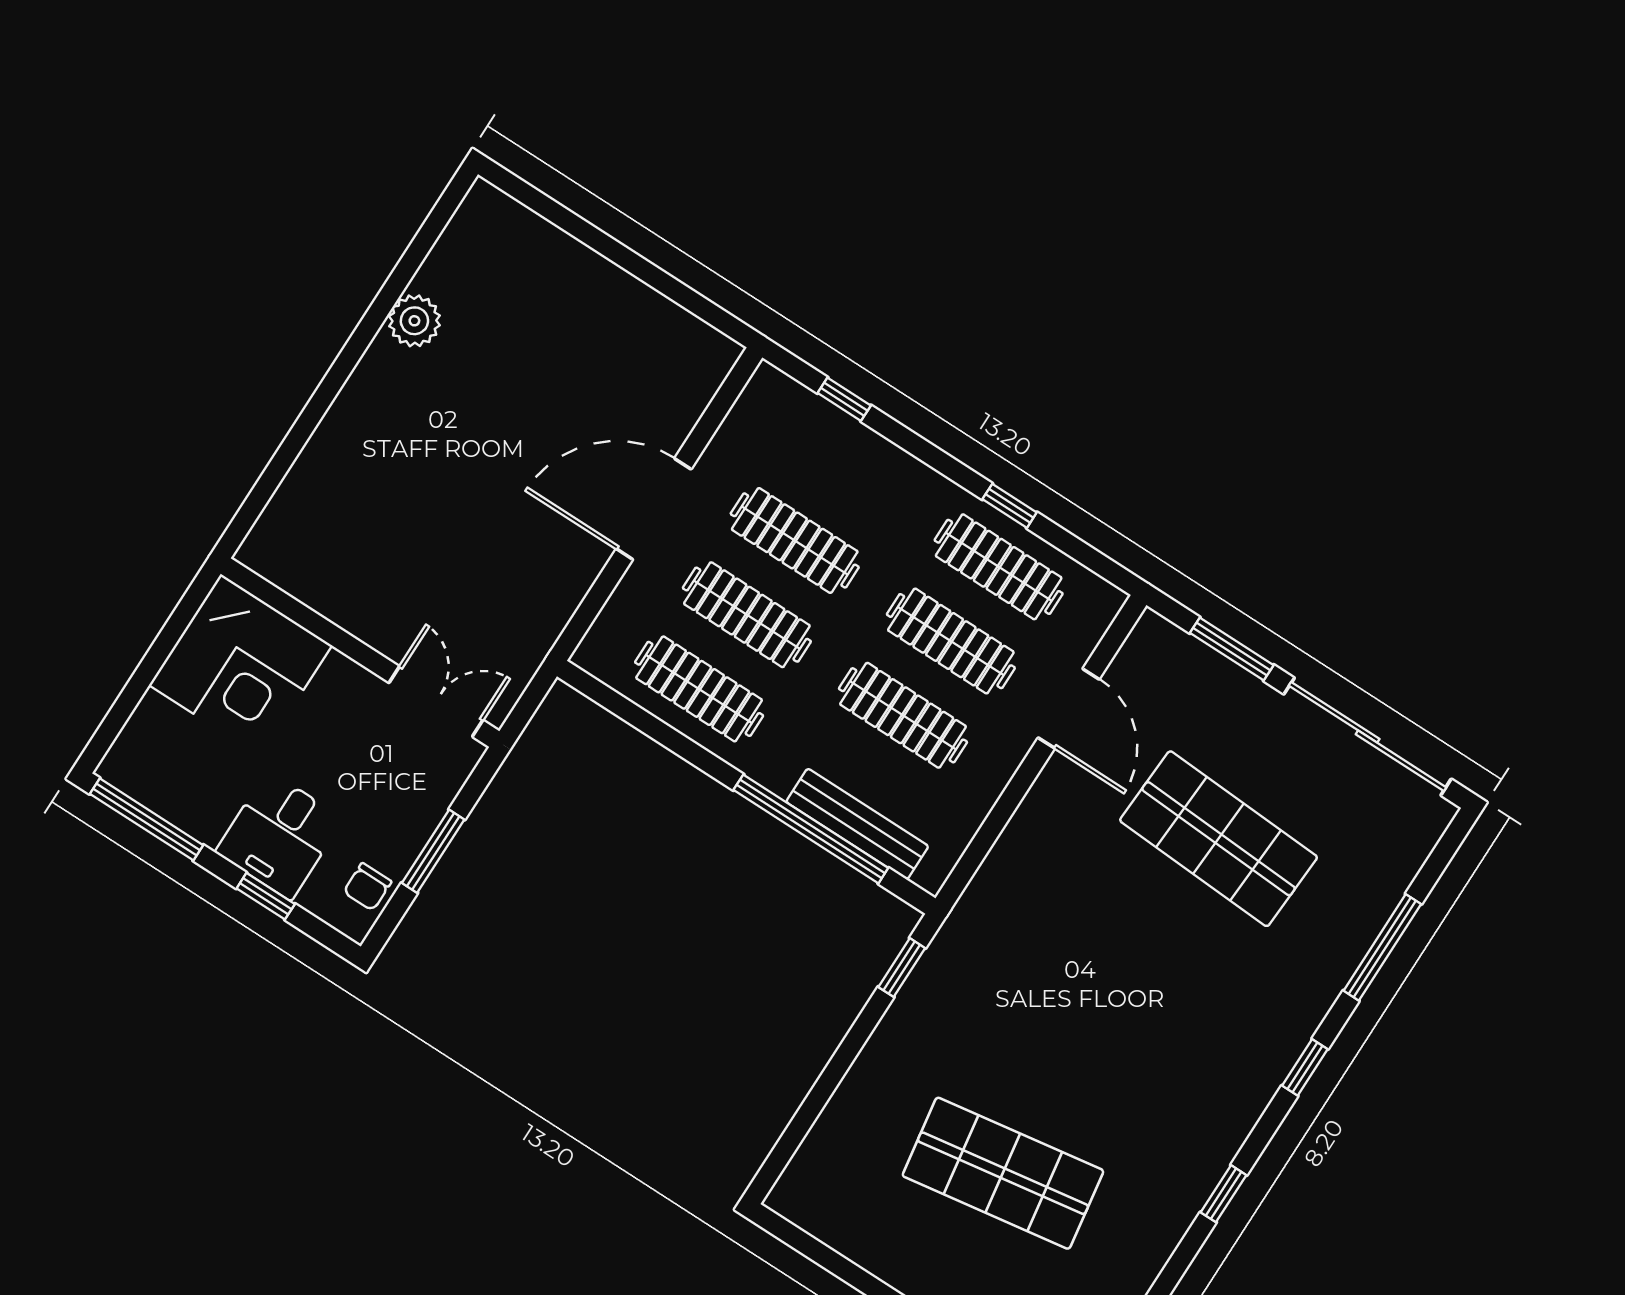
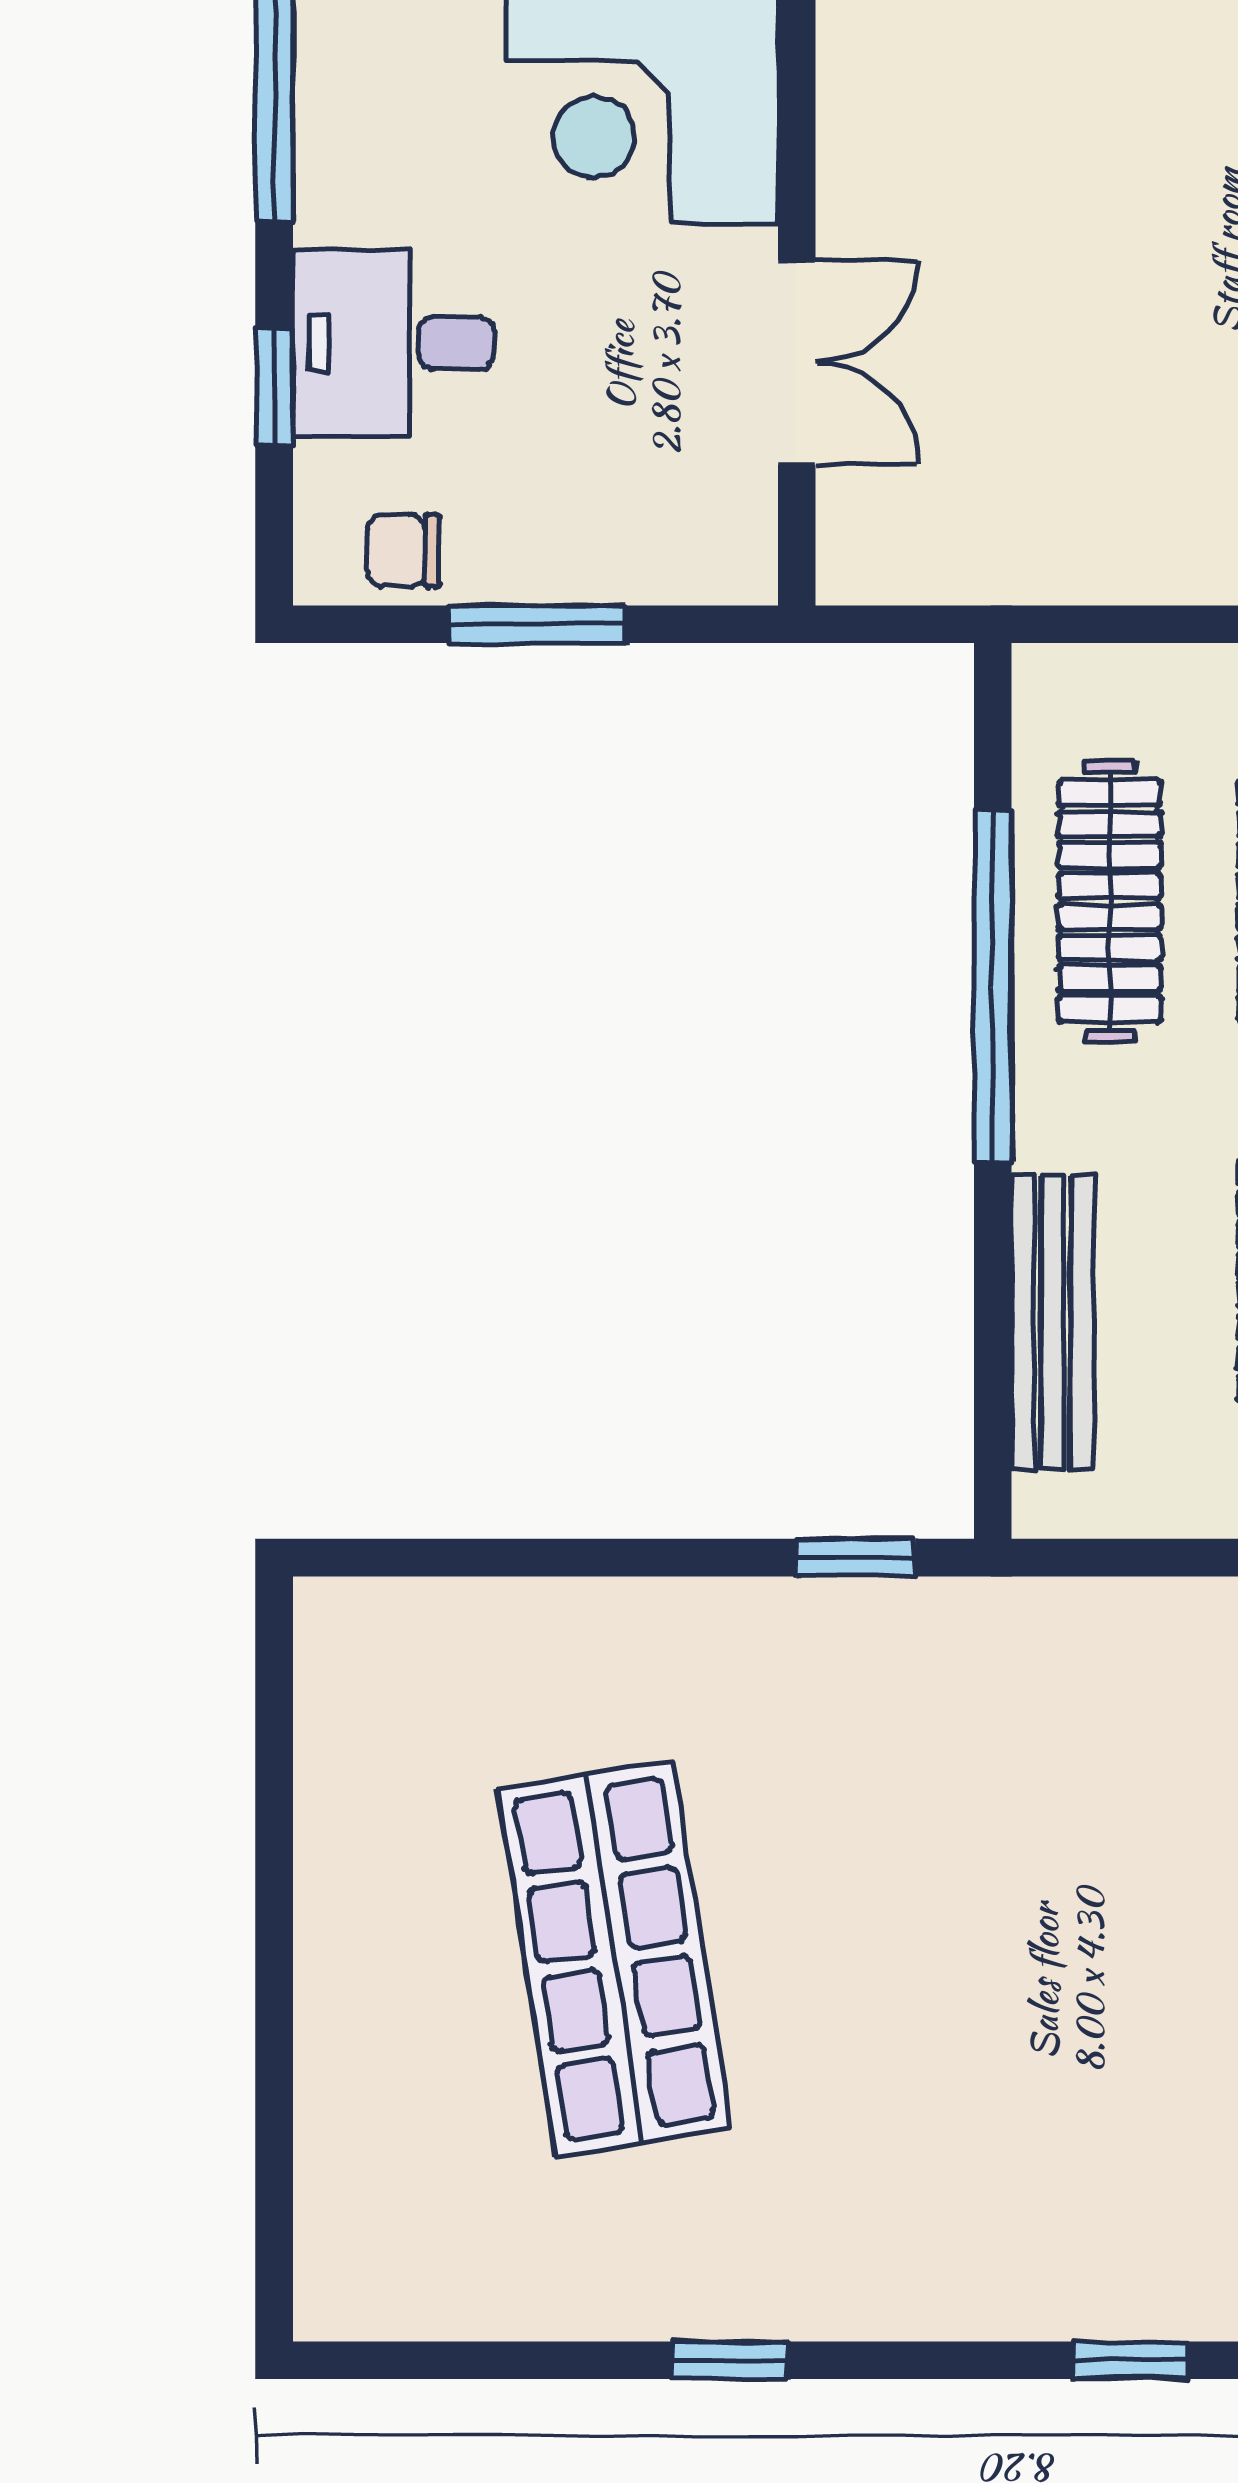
double door: (436, 701) -> (797, 362), moved
window: (811, 829) -> (993, 987), moved
window: (1224, 1194) -> (730, 2360), moved

